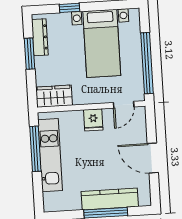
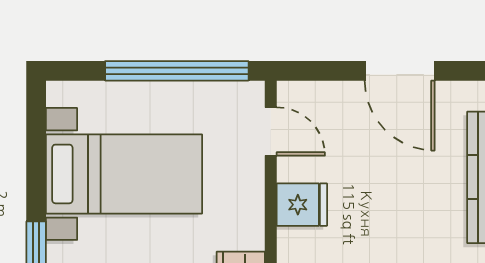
door: (153, 158) -> (400, 71), hinge flipped

